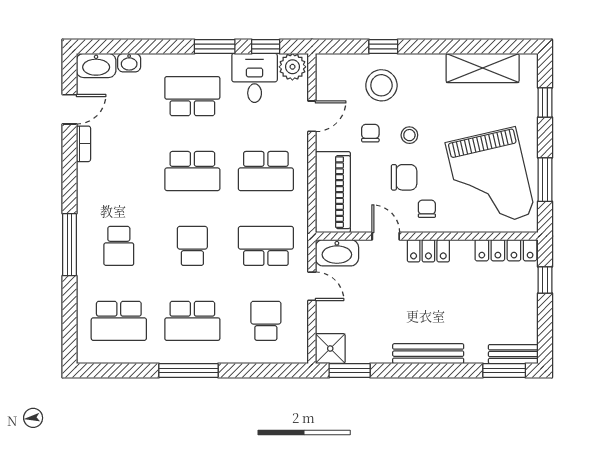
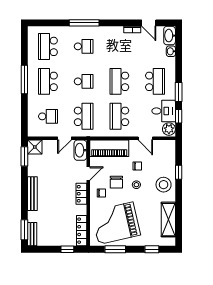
stool: (381, 85) -> (164, 185), moved
school desk: (119, 246) -> (84, 46), turned 180

